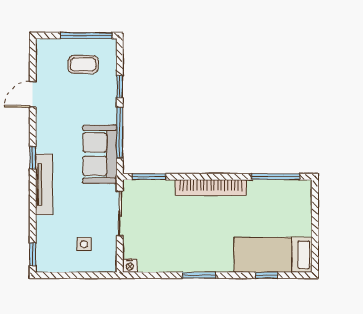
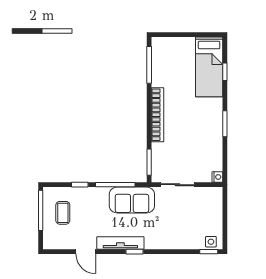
tv unit: (44, 184) -> (120, 243), moved
side table: (84, 244) -> (211, 242), moved

